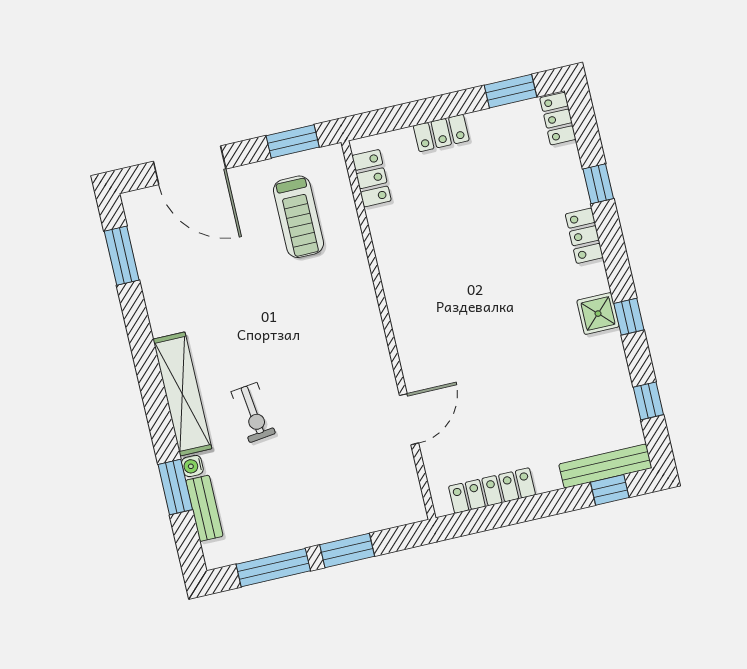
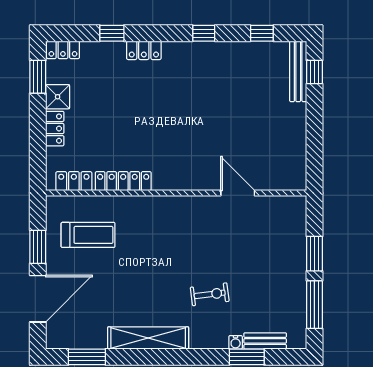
window: (293, 141) -> (38, 247), moved
shower: (598, 314) -> (58, 97), moved
shelving: (182, 394) -> (148, 338), moved
locker: (492, 491) -> (123, 181), moved, turned 90

